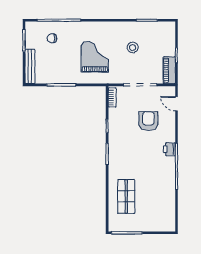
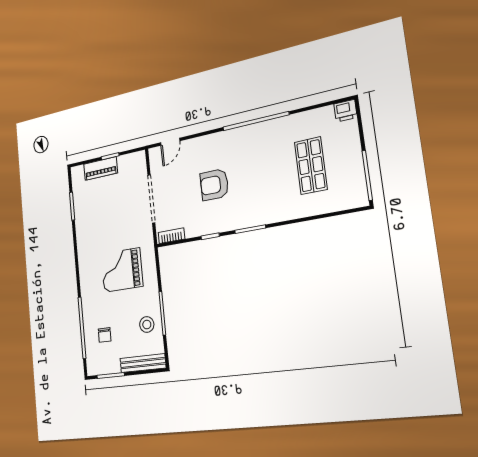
stool: (133, 48) -> (147, 325), moved
piano: (169, 70) -> (101, 169), moved
armchair: (148, 121) -> (214, 185), moved
printer: (169, 149) -> (345, 111), moved
shop shelf: (126, 196) -> (311, 166), moved, turned 90

